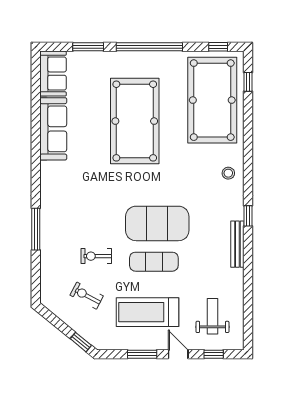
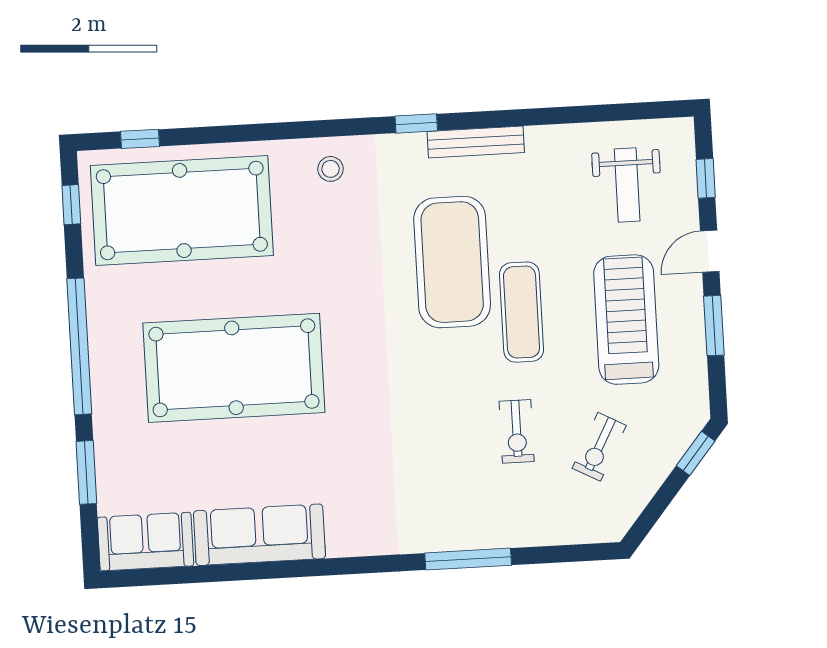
exercise mat: (157, 223) -> (452, 262), moved
treadmill: (147, 312) -> (626, 320), turned 180
weight bench: (212, 316) -> (627, 185), turned -90

